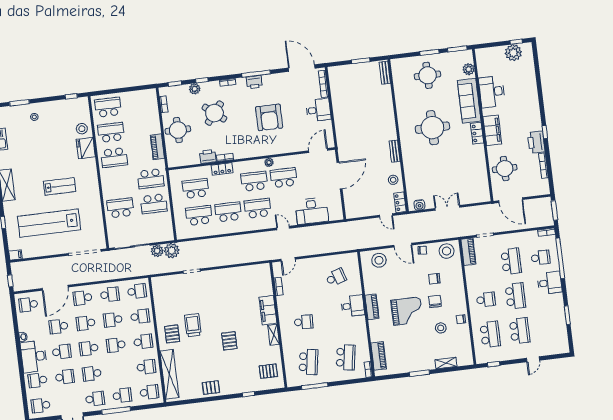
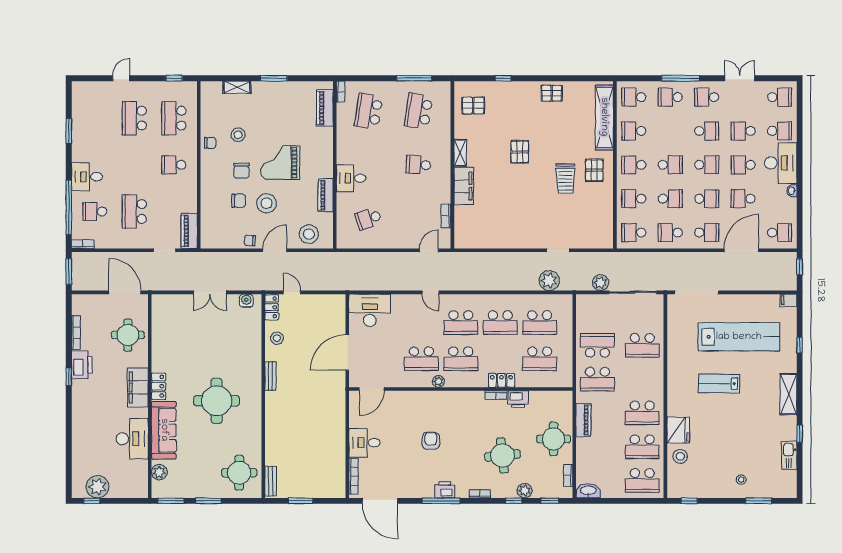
round table: (428, 75) -> (239, 473), moved
washbasin: (147, 95) -> (588, 491), added
round table: (214, 113) -> (503, 455), turned 45
armchair: (269, 117) -> (431, 441), width x0.53, depth x0.53
school desk: (114, 158) -> (642, 413), turned 180
school desk: (151, 179) -> (597, 379), turned 180
desk: (312, 211) -> (370, 310), moved
door: (403, 245) -> (275, 250), hinge flipped
plant: (172, 251) -> (549, 281), moved
stool: (447, 251) -> (267, 203), moved
school desk: (515, 296) -> (134, 165), removed
piano: (372, 307) -> (326, 195), moved
school desk: (59, 326) -> (743, 199), turned 180

